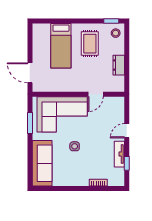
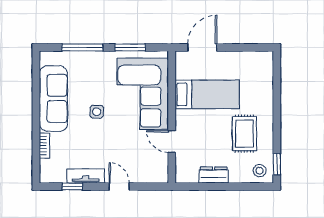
rug: (90, 44) -> (245, 134), turned 90
bed: (61, 46) -> (207, 94), moved, turned 180
window: (30, 156) -> (82, 47), added
sofa: (42, 163) -> (53, 98), moved, turned -90

